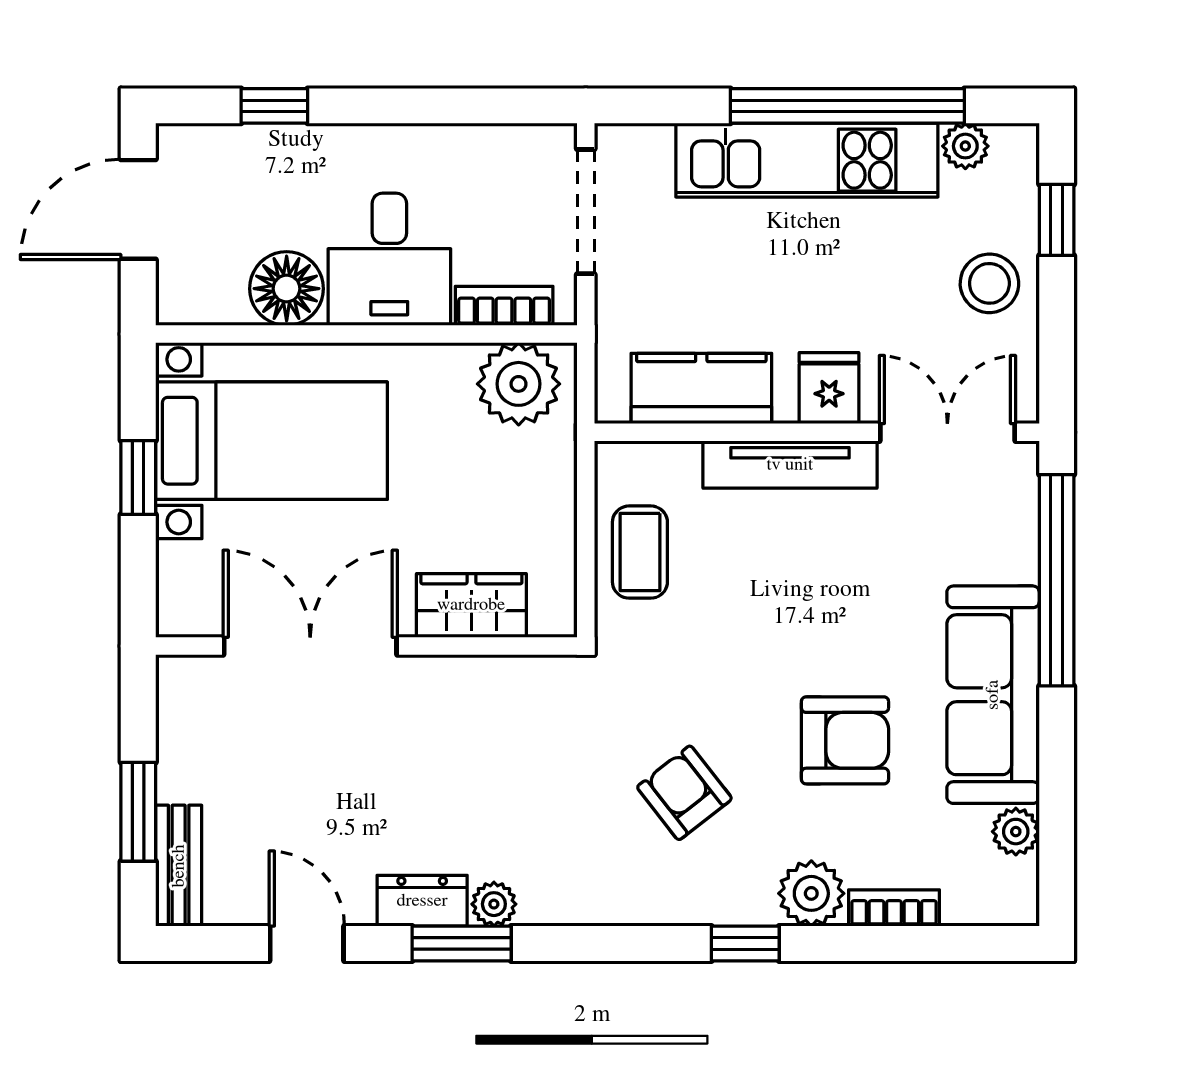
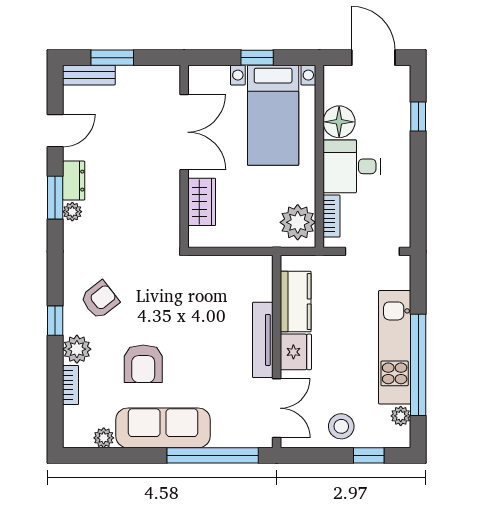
fridge: (829, 388) -> (296, 352), width x1.38
coffee table: (640, 552) -> (225, 275), removed
armchair: (684, 793) -> (100, 300), moved

